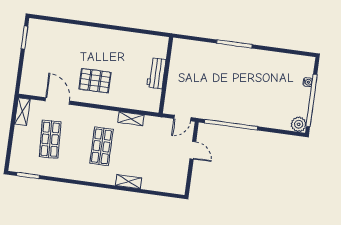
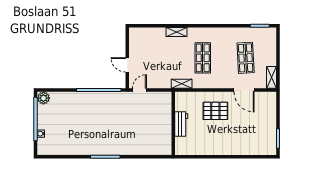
workbench: (156, 73) -> (181, 124), moved
wall: (166, 75) -> (173, 123), moved

